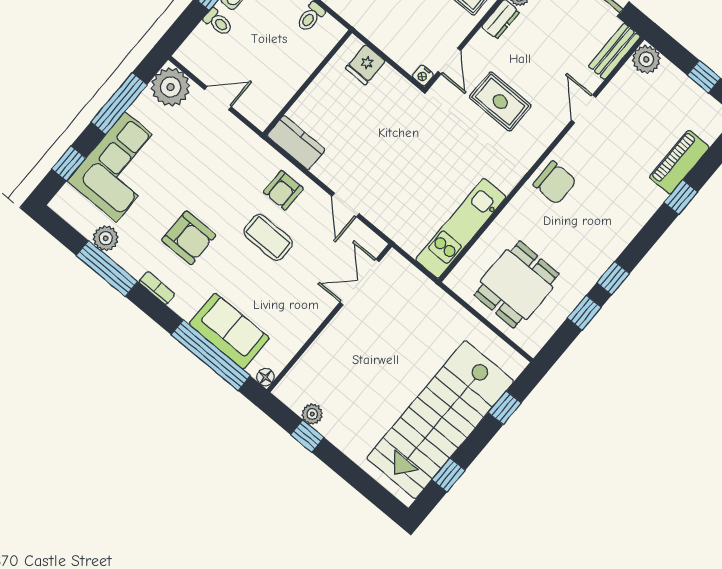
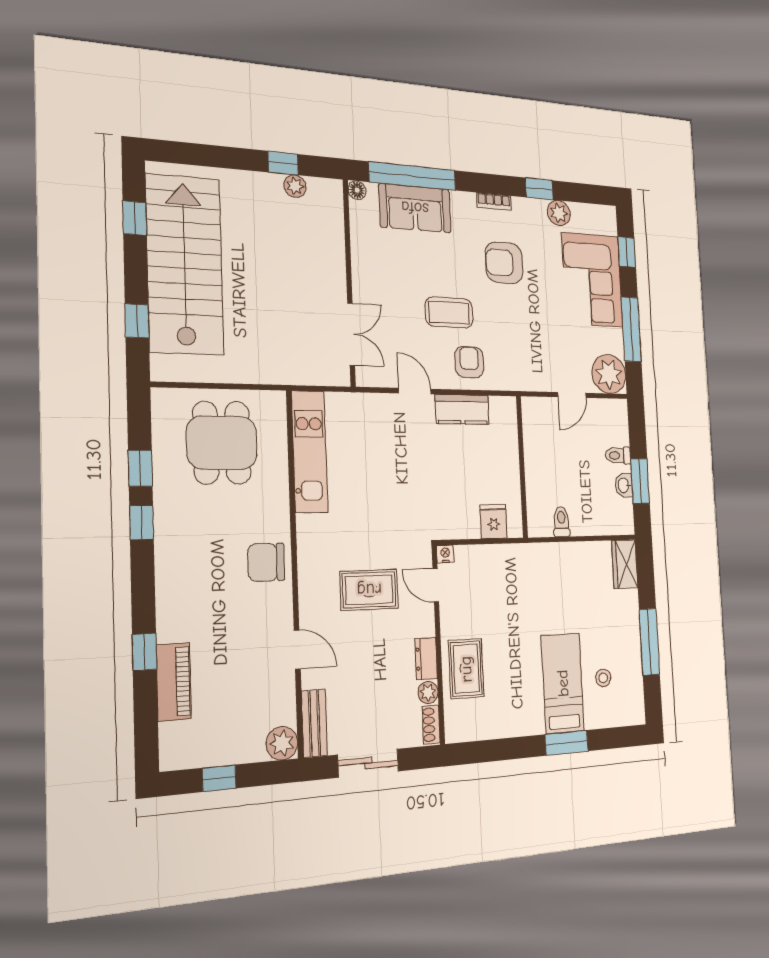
kitchen counter: (296, 143) -> (462, 409), moved
window: (107, 269) -> (539, 189), width x0.46

